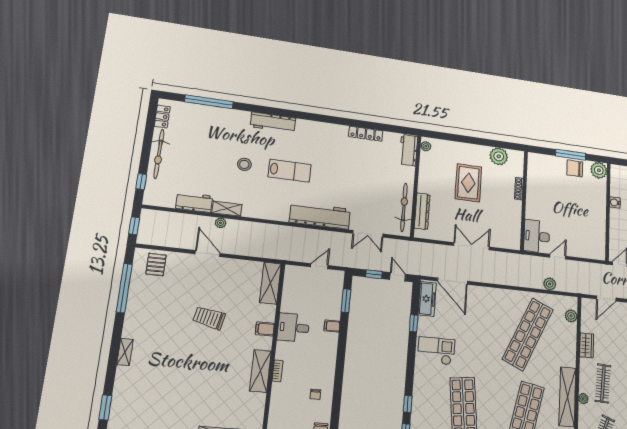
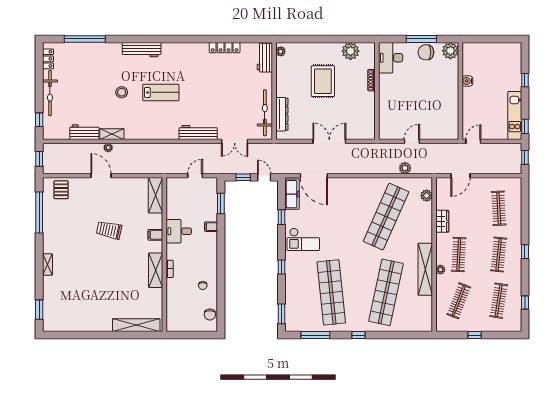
workbench: (320, 216) -> (198, 132), width x0.73, depth x0.76
desk: (537, 236) -> (391, 58), moved
checkout: (436, 351) -> (303, 239), turned 180
window: (408, 404) -> (281, 267), moved

